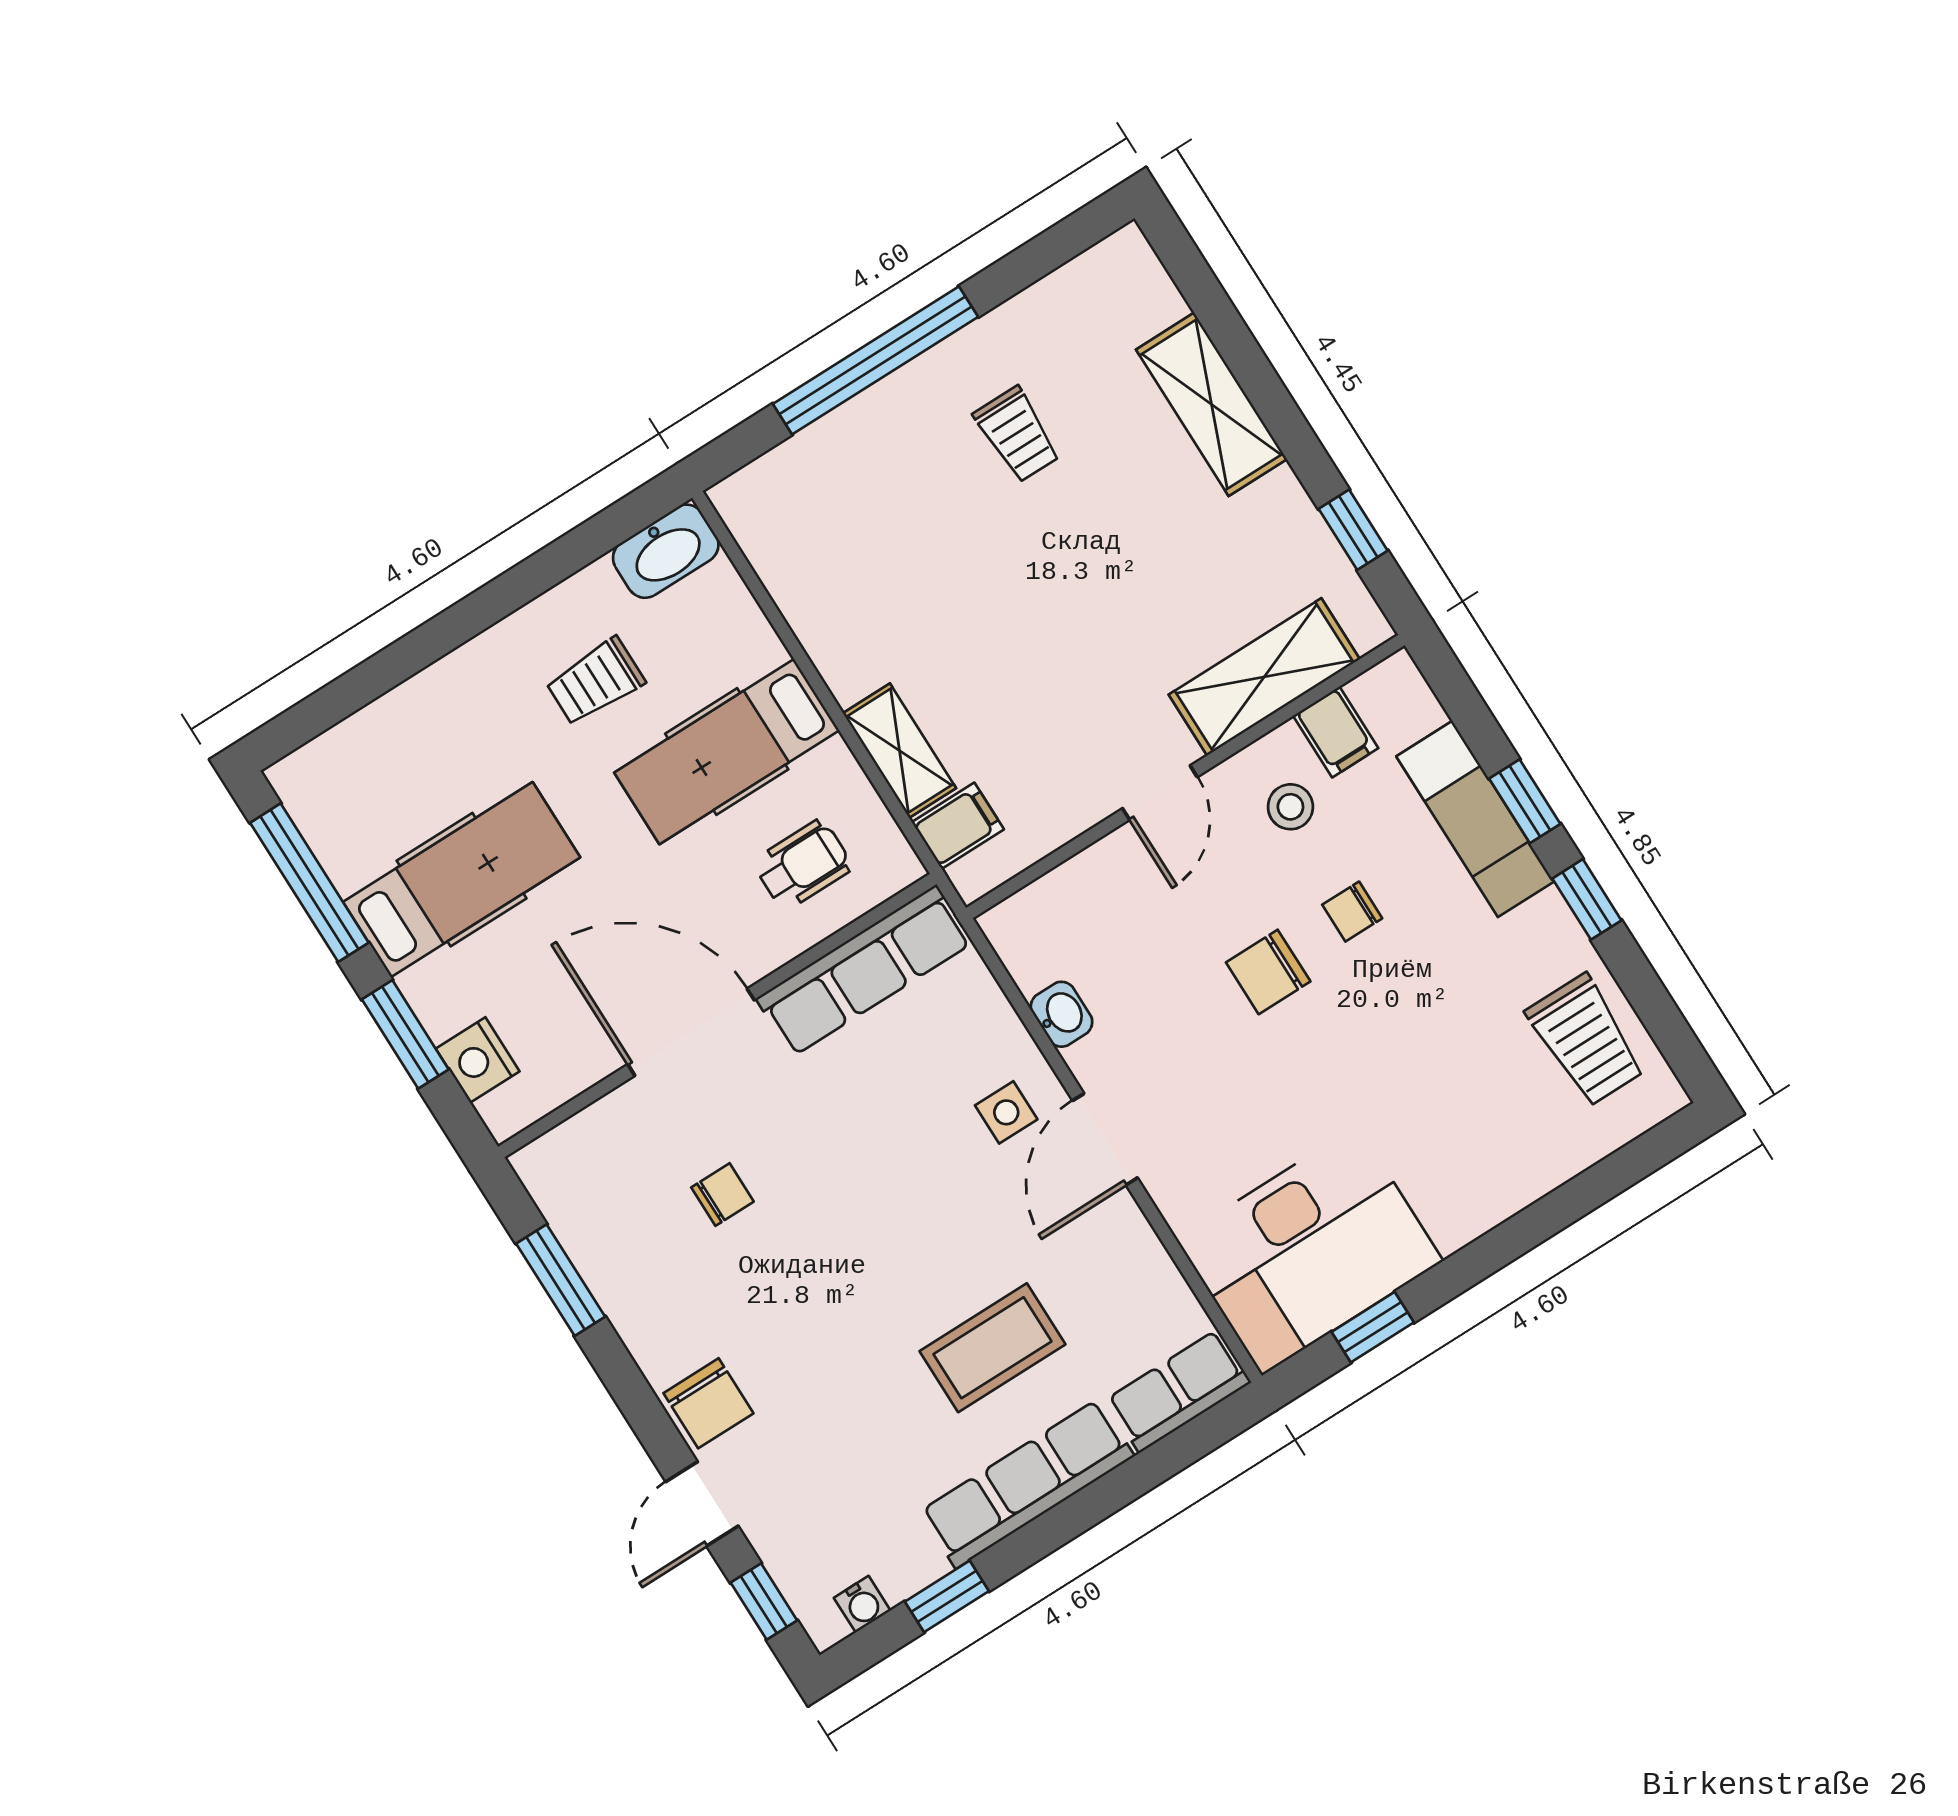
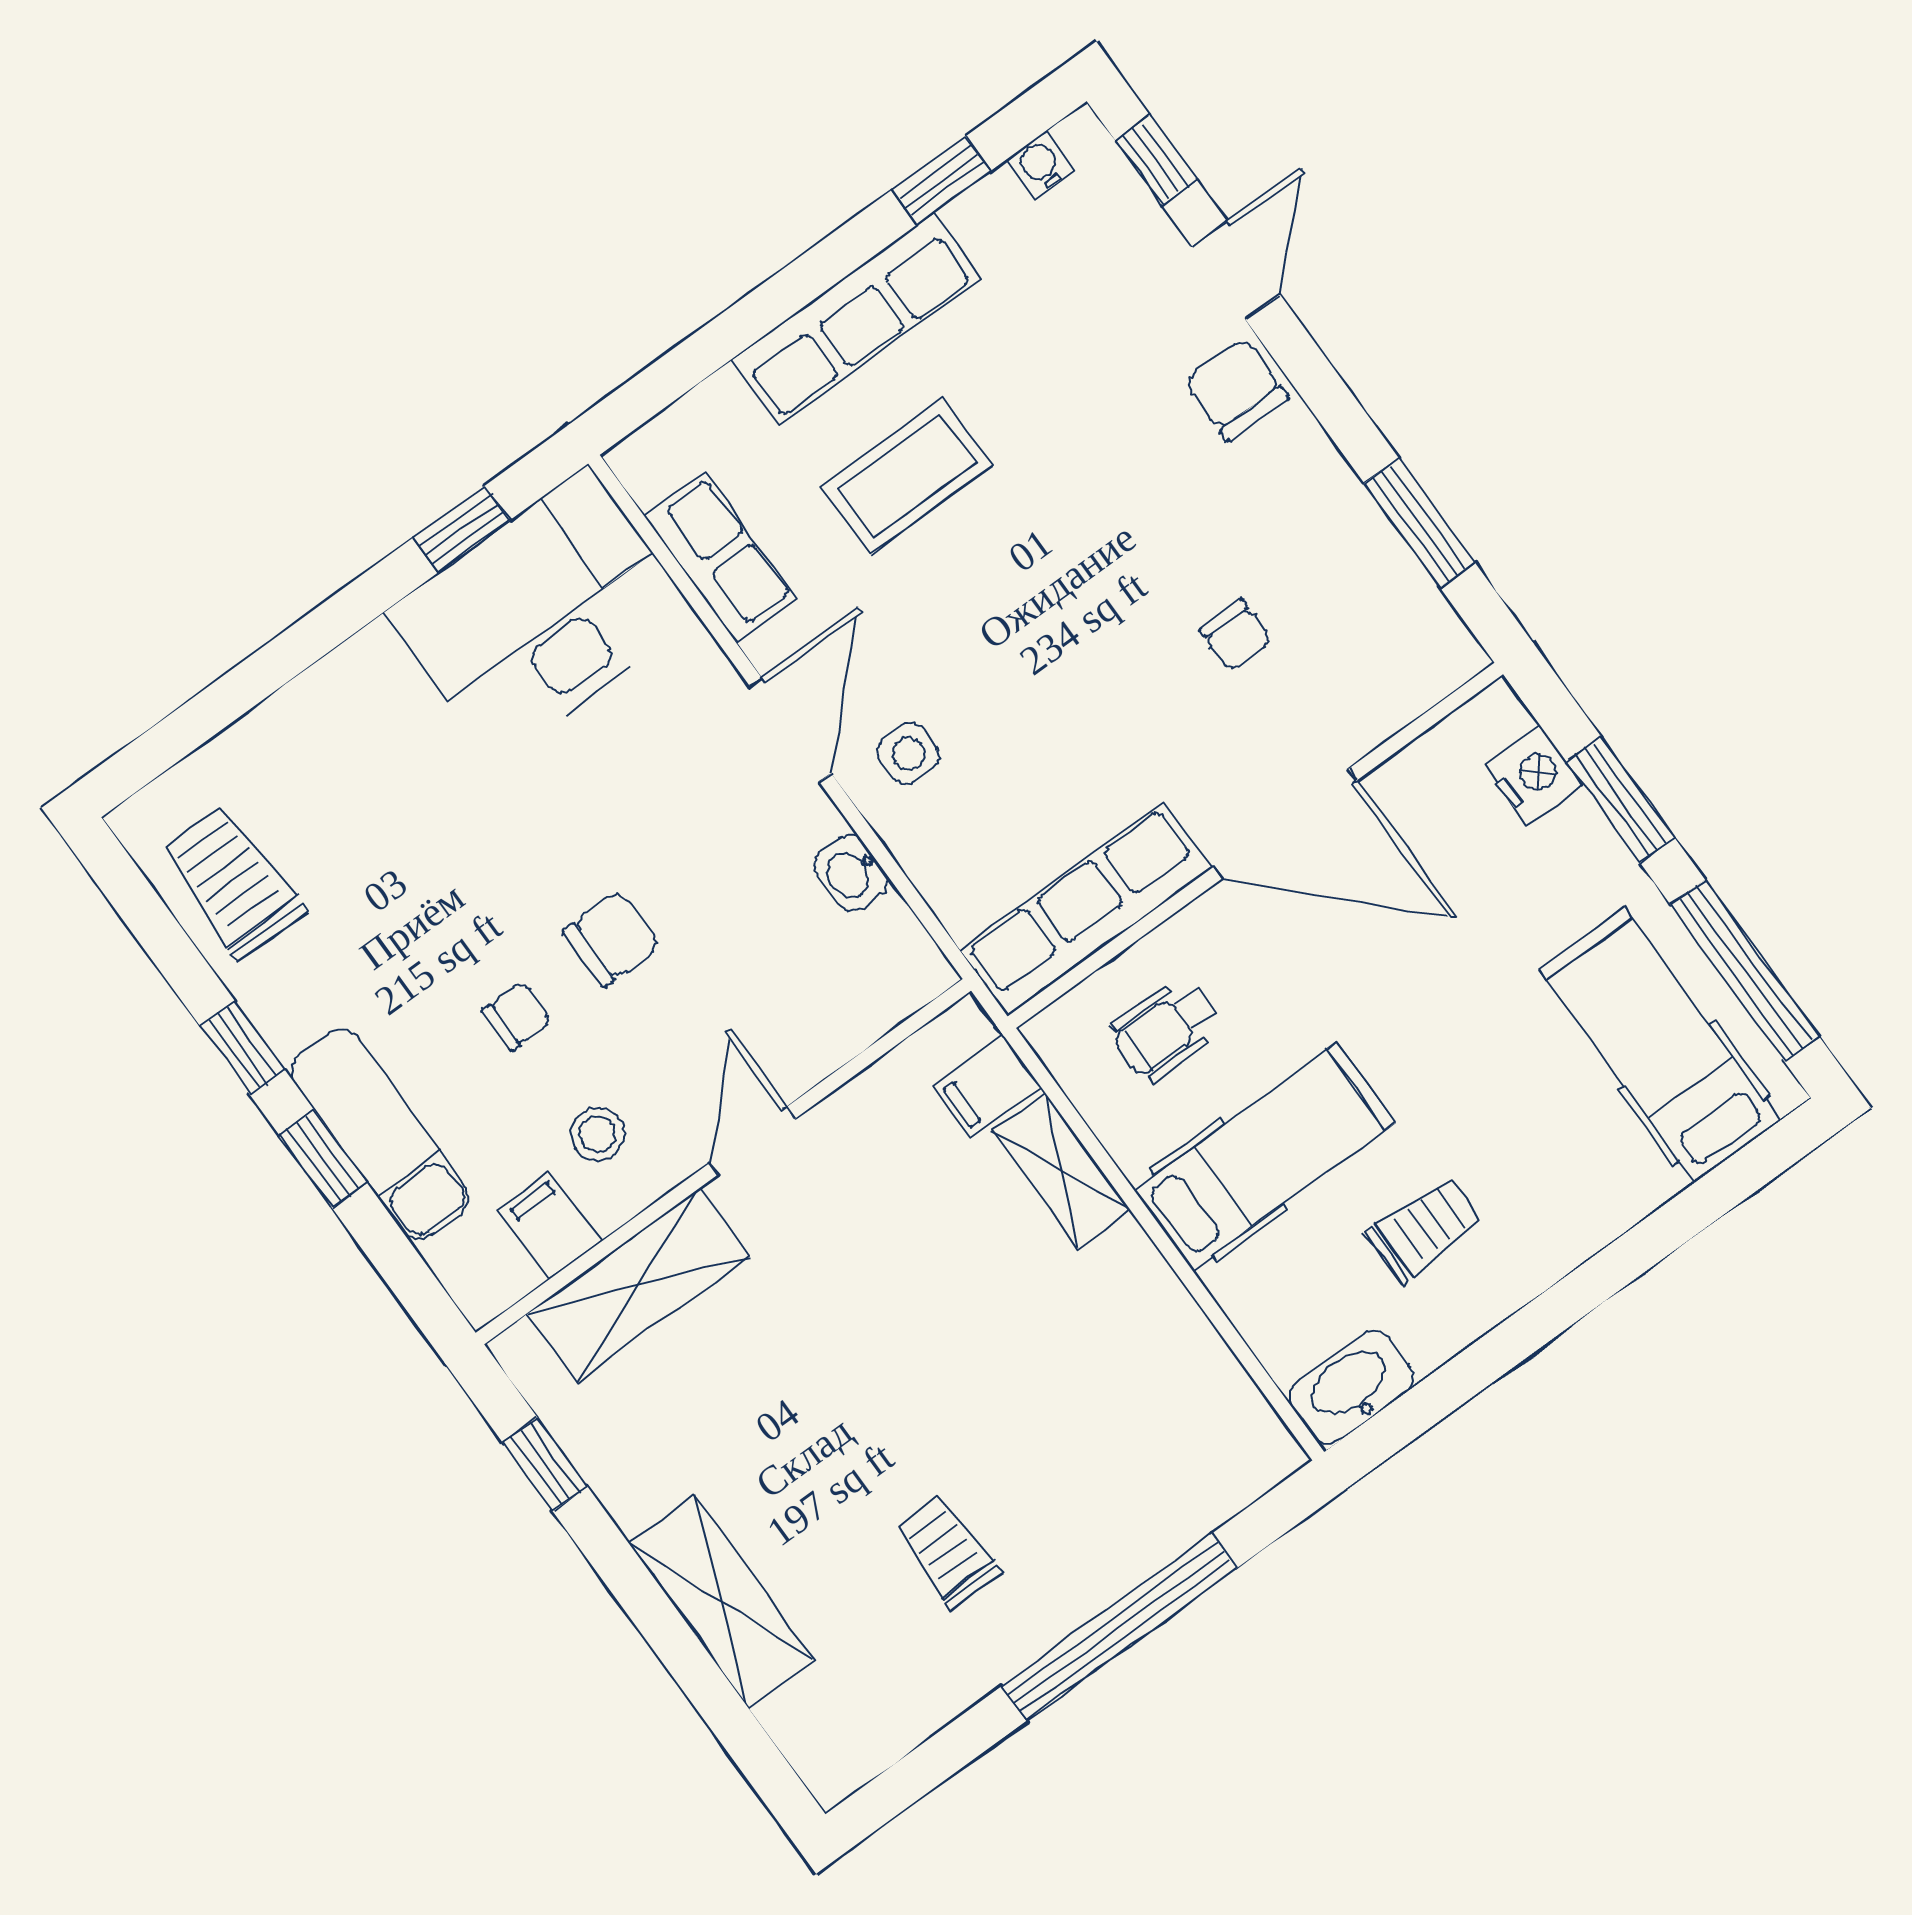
hospital bed: (462, 880) -> (1660, 1045), moved, turned 90
chair: (722, 1195) -> (1236, 635), turned -90
row of seats: (1178, 1391) -> (720, 557), moved, turned -90

